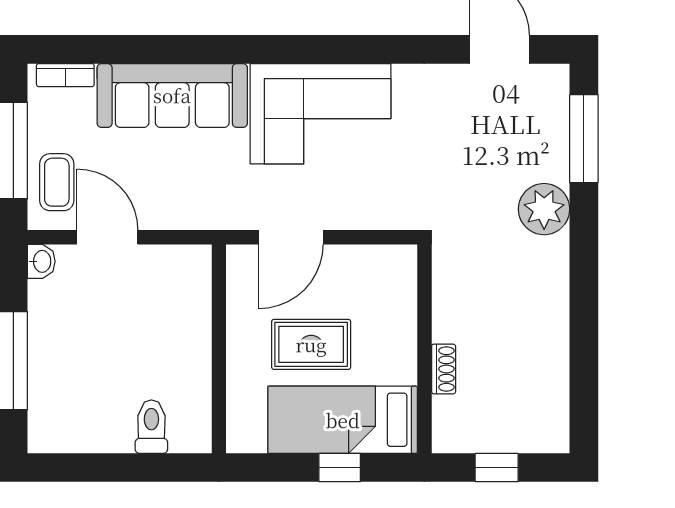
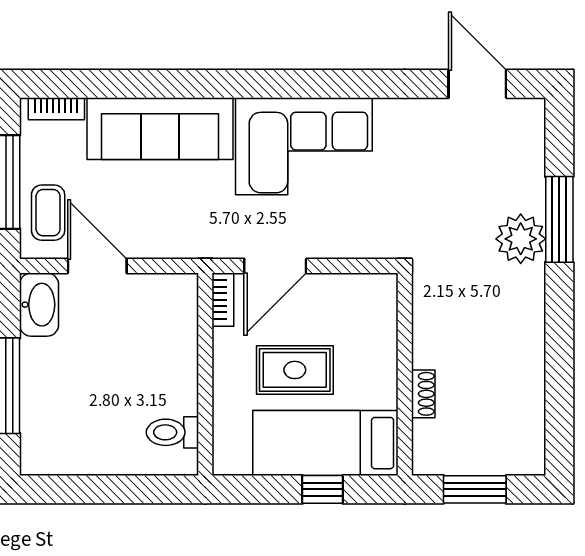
window: (584, 139) -> (559, 219), moved
washbasin: (41, 261) -> (39, 305), width x1.91, depth x1.45
bookcase: (237, 272) -> (223, 300), added
toilet: (151, 427) -> (172, 432), moved, turned -90
window: (497, 468) -> (475, 489), width x1.50

